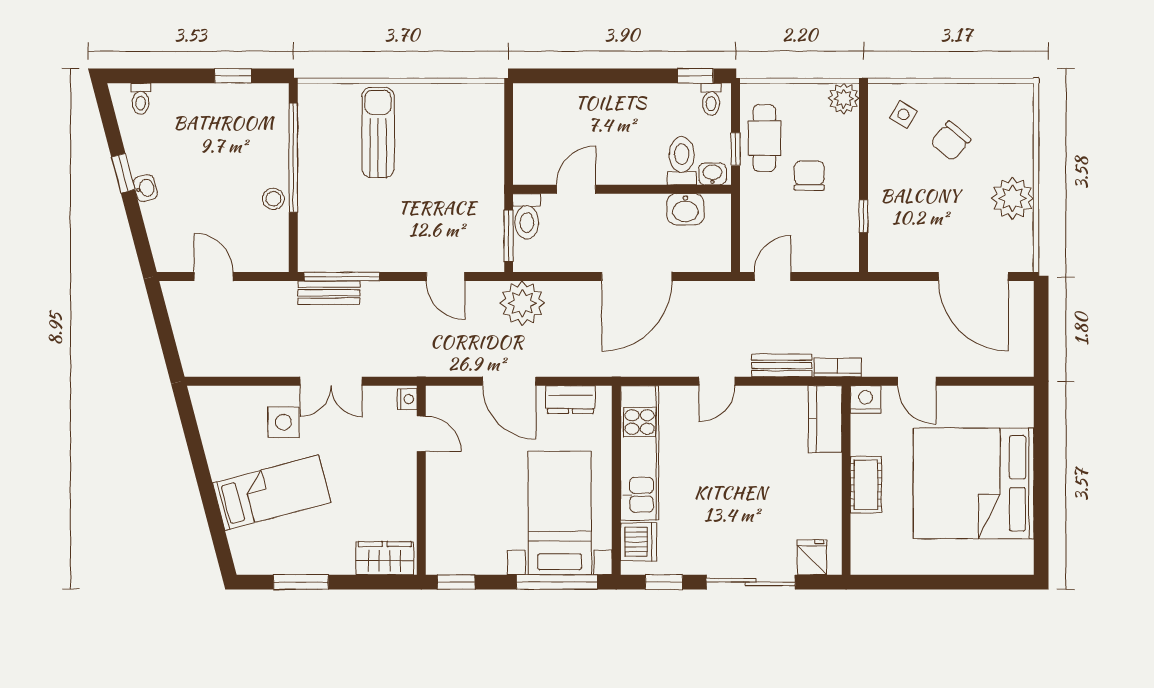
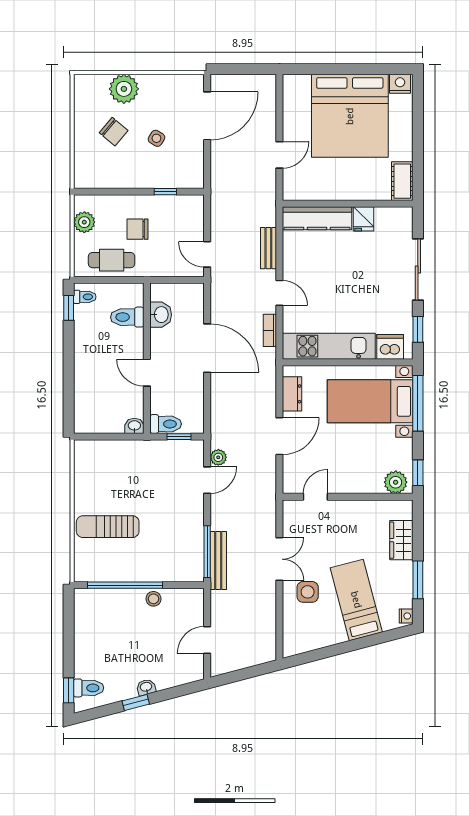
window: (233, 76) -> (69, 690), moved
plant: (844, 98) -> (84, 222), moved
toilet: (141, 99) -> (89, 688), width x1.37, depth x1.39
side table: (903, 115) -> (156, 138), moved
window: (736, 149) -> (119, 280), removed
washbasin: (712, 174) -> (134, 426), moved, turned 90
door: (576, 189) -> (147, 373), moved
plant: (1013, 198) -> (124, 89), moved
window: (509, 236) -> (179, 437), width x0.67
bench: (329, 293) -> (218, 560), width x1.36
plant: (522, 303) -> (218, 457), moved, width x0.53, depth x0.53
bookcase: (838, 368) -> (270, 330), moved
nightstand: (407, 399) -> (406, 616), moved, turned 90
nightstand: (866, 400) -> (400, 84), moved, turned 90
kitchen counter: (825, 419) -> (317, 218), width x1.50
cot: (866, 485) -> (402, 181), moved, turned 90
plant: (442, 550) -> (396, 482), added
fridge: (812, 557) -> (363, 219), moved, turned -90
wardrobe: (385, 558) -> (401, 540), moved

